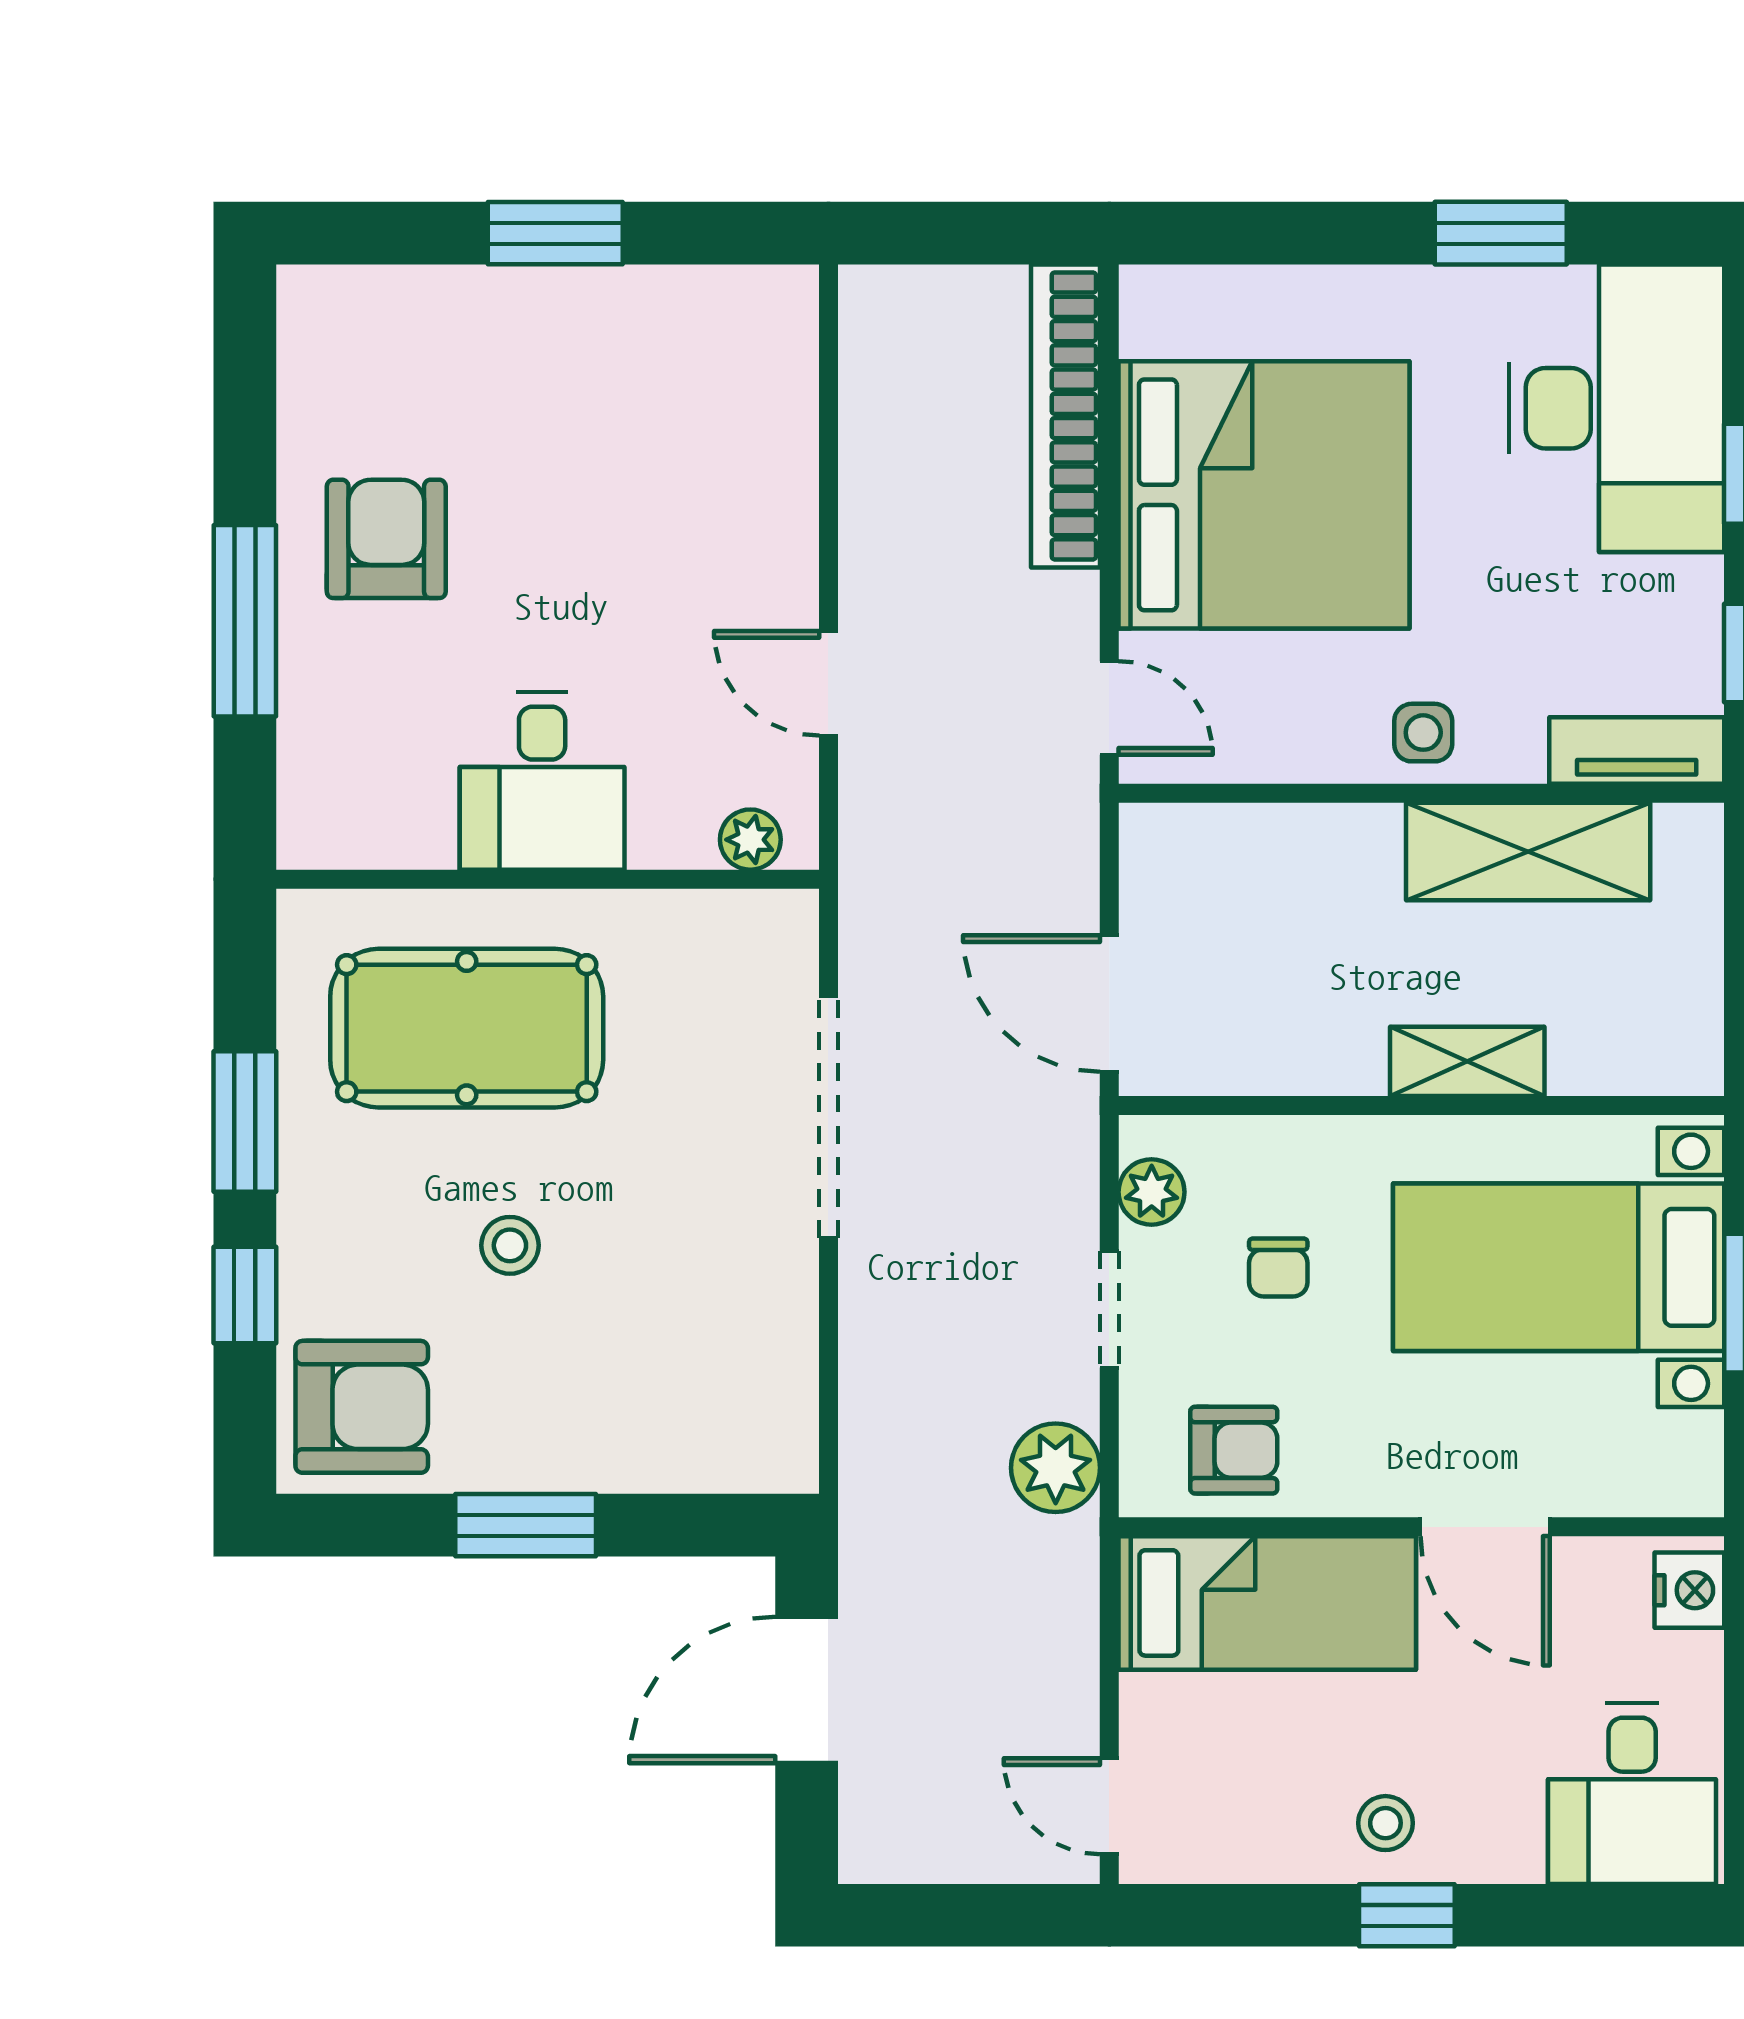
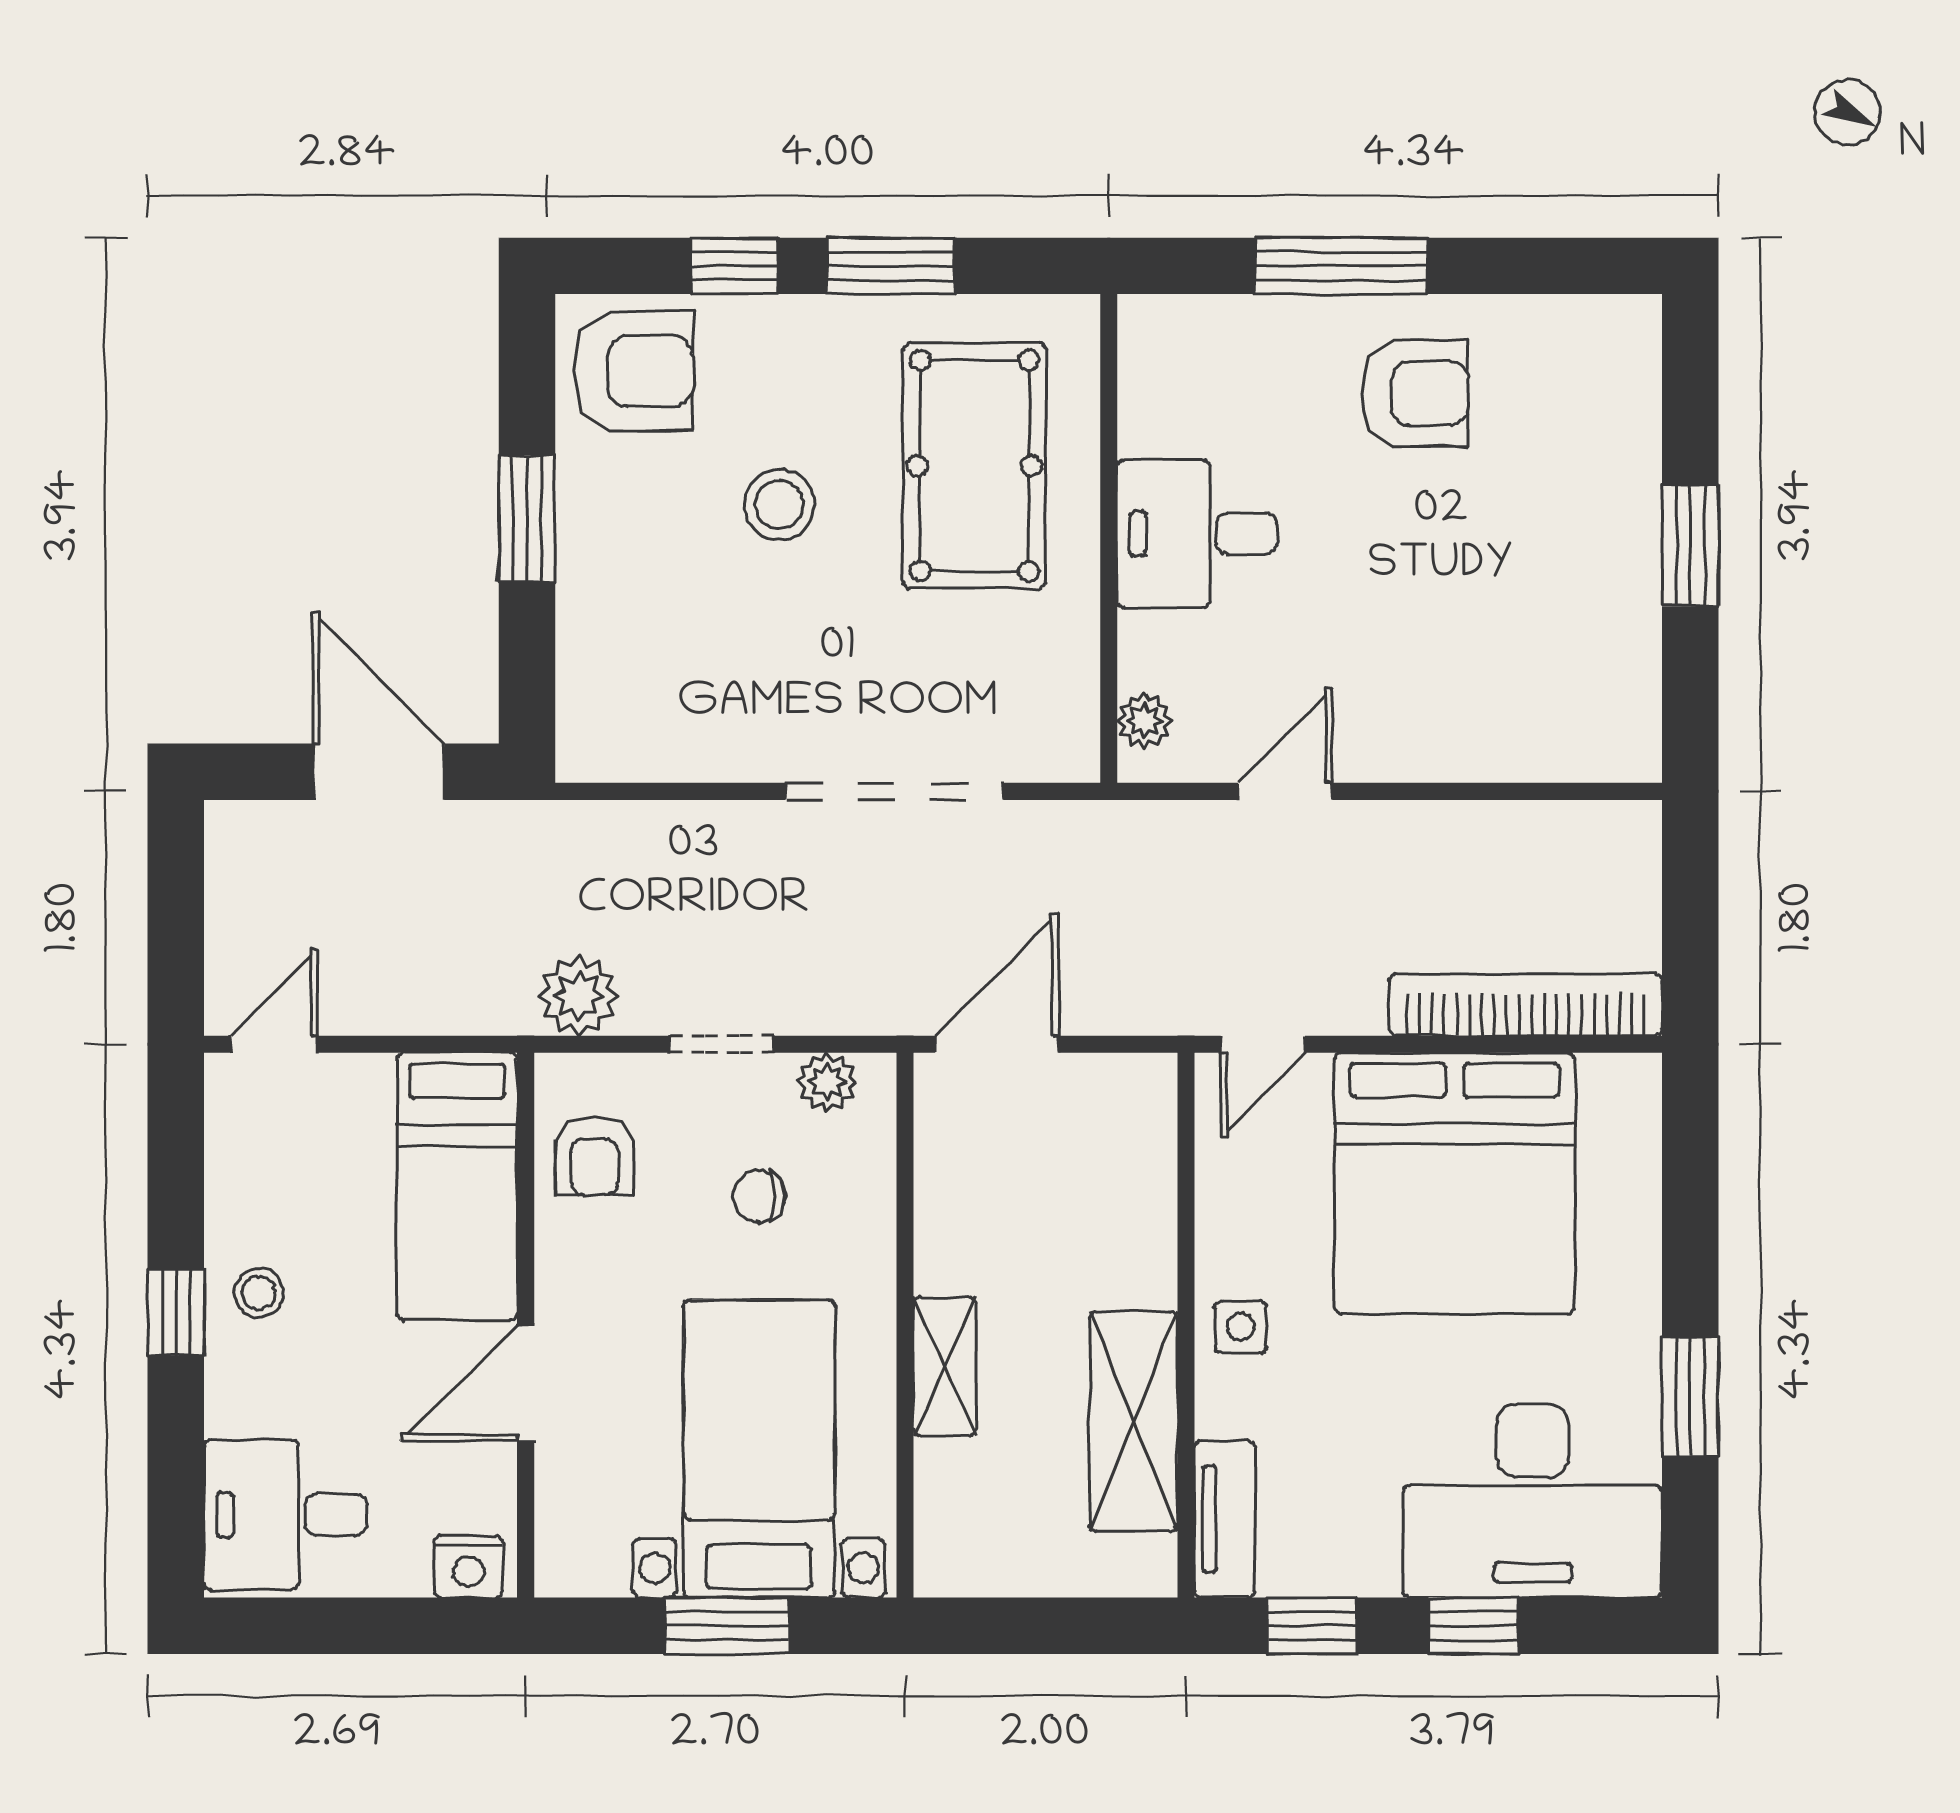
stool: (510, 1245) -> (779, 505), width x1.37, depth x1.37
armchair: (362, 1407) -> (634, 371), turned -90

